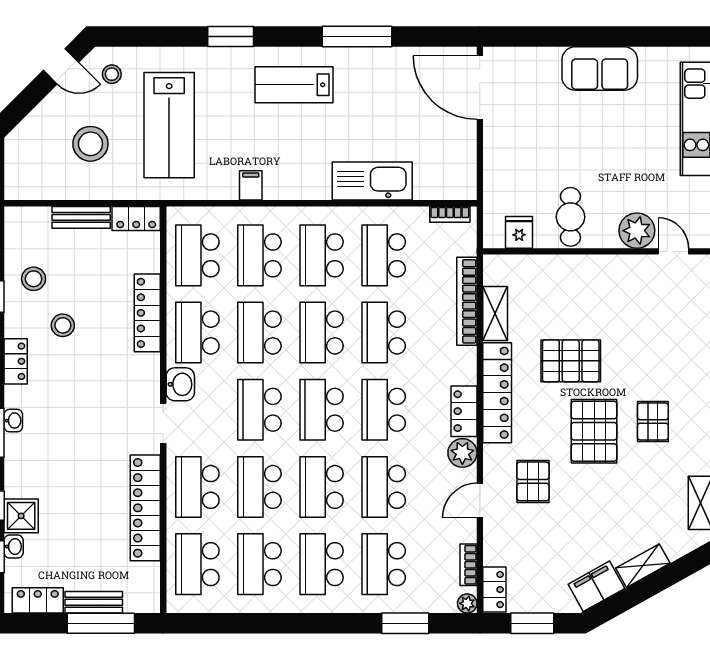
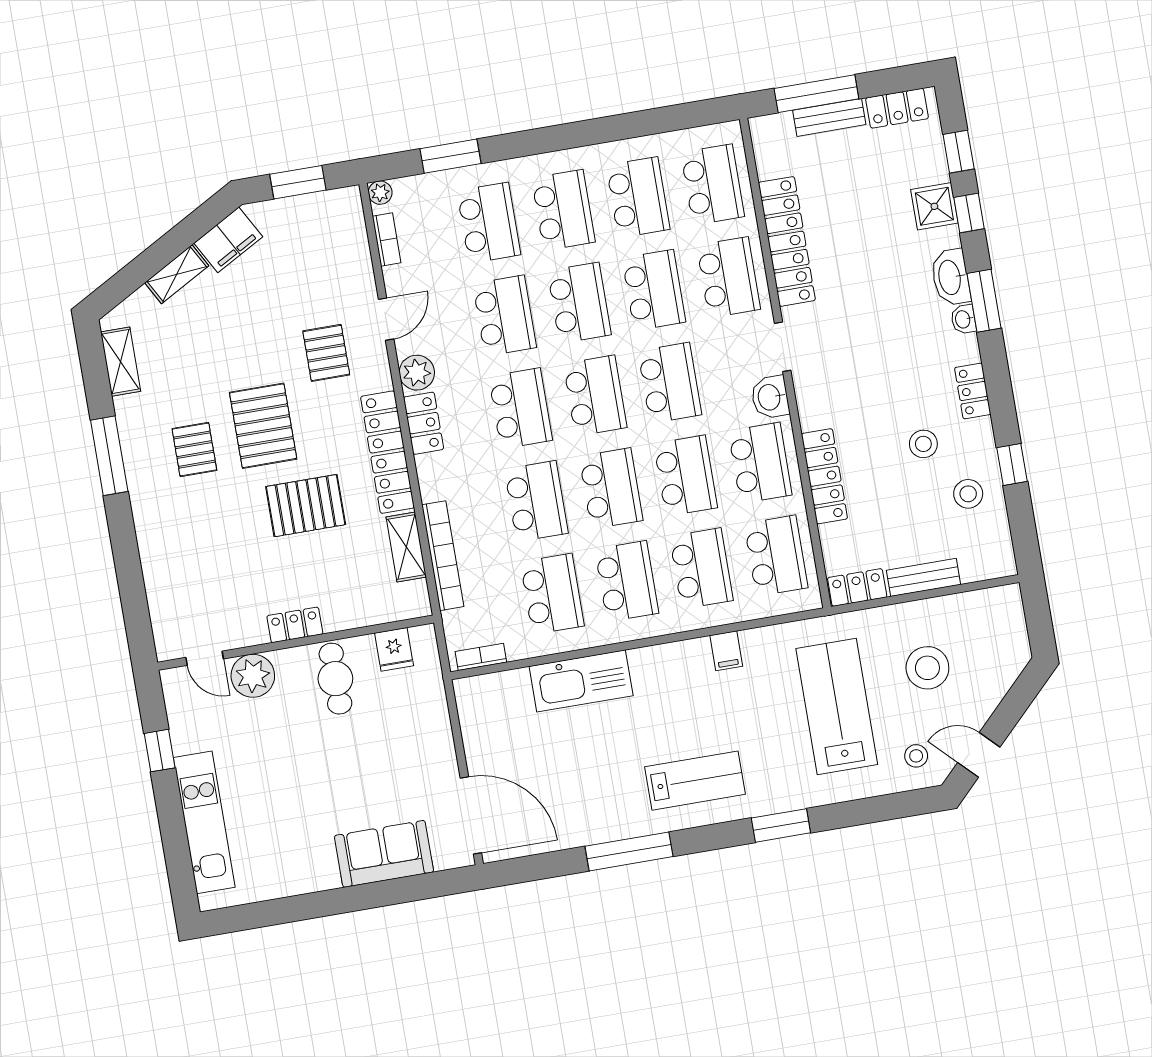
sofa: (600, 69) -> (384, 854), moved
washbasin: (14, 547) -> (951, 277), moved, width x1.91, depth x1.45
locker: (494, 590) -> (295, 625), moved, turned 90

